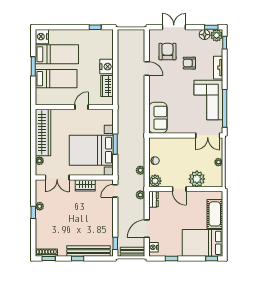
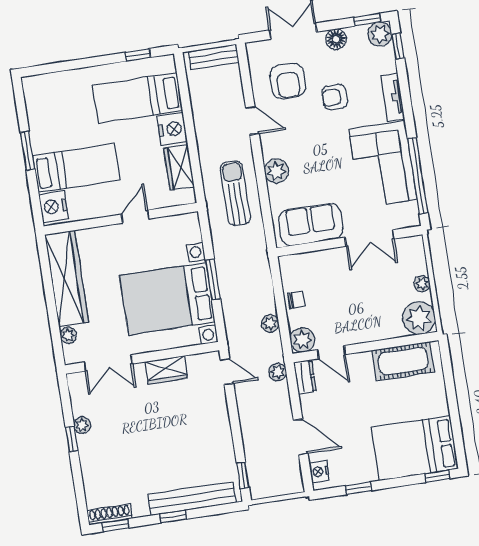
floor lamp: (205, 35) -> (336, 39), moved
nightstand: (42, 37) -> (53, 207), moved
armchair: (167, 52) -> (288, 81), turned 180
bed: (57, 54) -> (138, 98), moved, turned 180
plant: (155, 95) -> (276, 171), added
sun lounger: (133, 103) -> (235, 193), added
sofa: (158, 118) -> (311, 225), moved, turned -90
double door: (208, 136) -> (369, 238), moved
plant: (197, 179) -> (419, 318), moved
door: (179, 189) -> (331, 352), moved
door: (115, 191) -> (227, 372), swing flipped
cot: (215, 214) -> (403, 361), moved, turned 90
door: (147, 229) -> (301, 437), swing flipped
bench: (133, 252) -> (214, 57), moved

